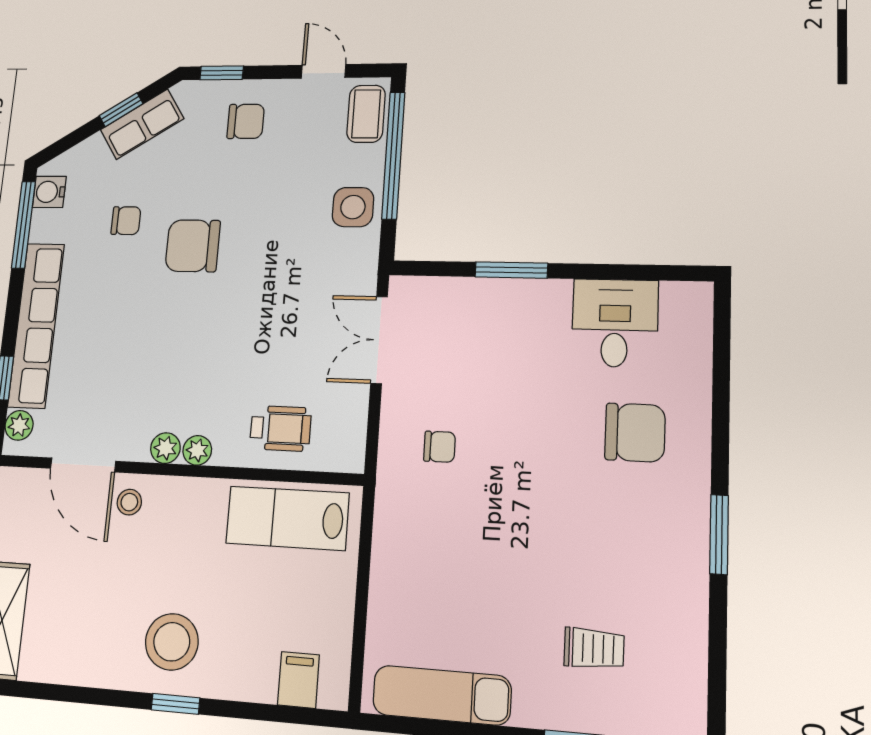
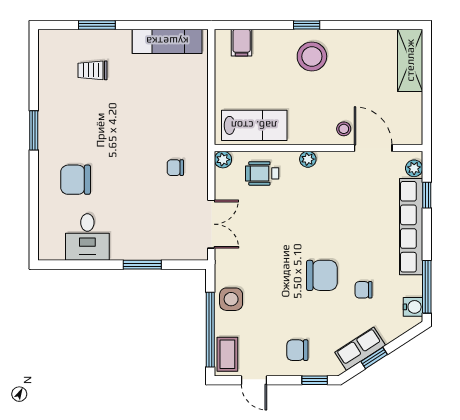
plant: (165, 448) -> (223, 160), moved

